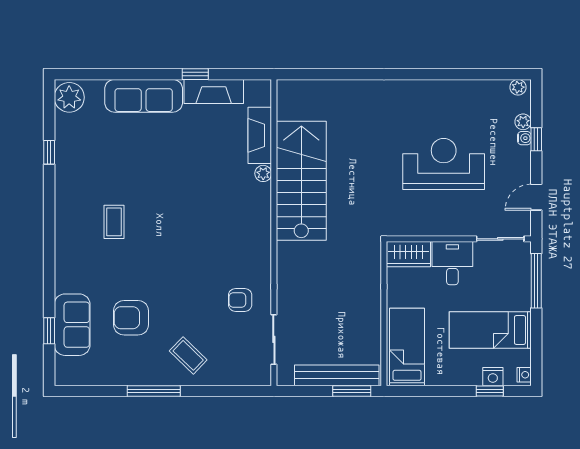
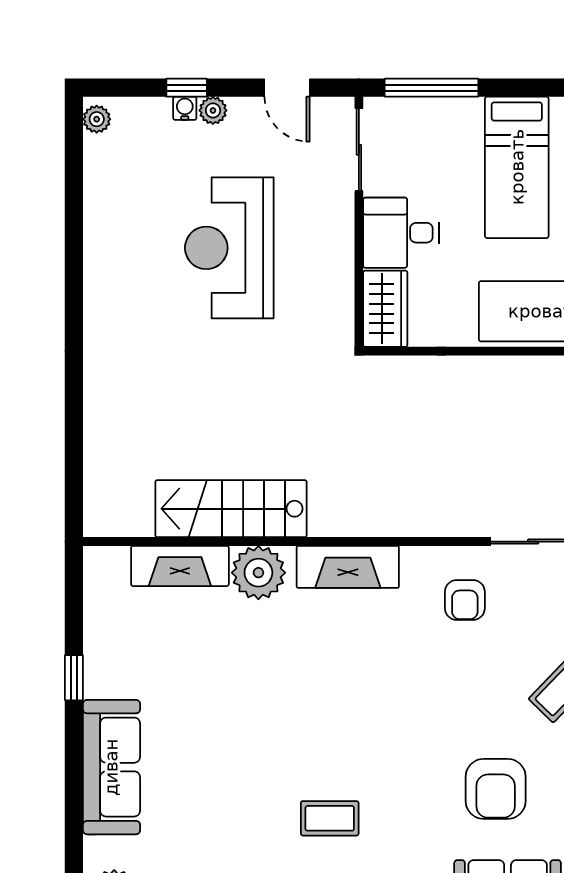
fireplace: (214, 91) -> (348, 567), moved, turned 90
plant: (523, 122) -> (213, 110), moved
plant: (263, 173) -> (258, 573), width x1.88, depth x1.88
stairs: (301, 181) -> (231, 509), width x0.73, depth x0.66

